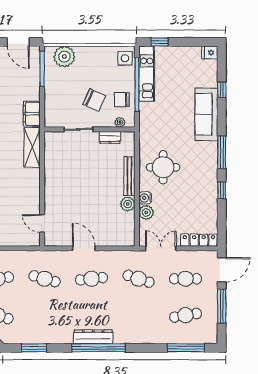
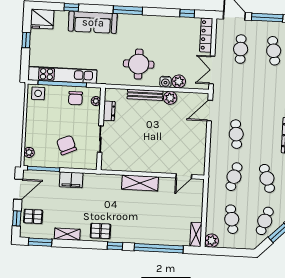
window: (159, 42) -> (26, 40), moved
fridge: (210, 53) -> (42, 19), width x1.88, depth x1.34
plant: (64, 57) -> (29, 152), width x0.53, depth x0.53
kitchen unit: (147, 74) -> (62, 75), width x1.36
chair: (94, 100) -> (66, 145), moved, turned -48
filing cabinet: (32, 114) -> (71, 180), moved
shelving: (32, 147) -> (140, 183), moved
window: (222, 190) -> (187, 13), moved
door: (84, 248) -> (210, 111), moved
cafe table: (139, 279) -> (267, 178), moved, turned -36

